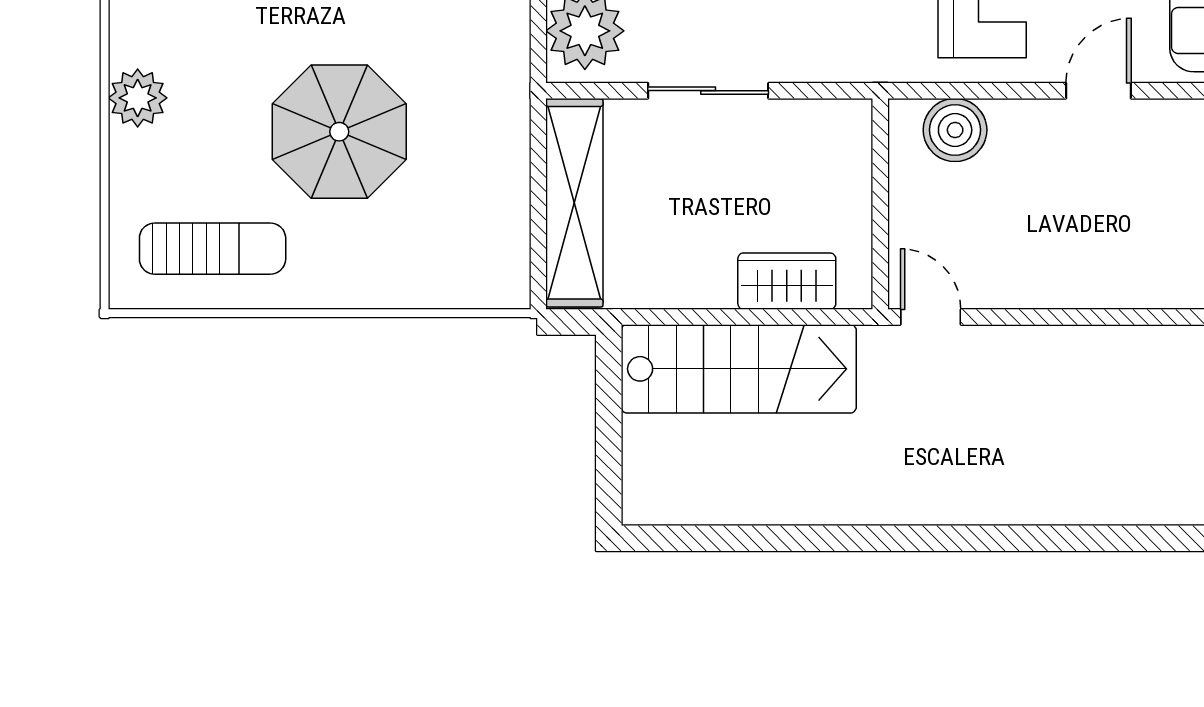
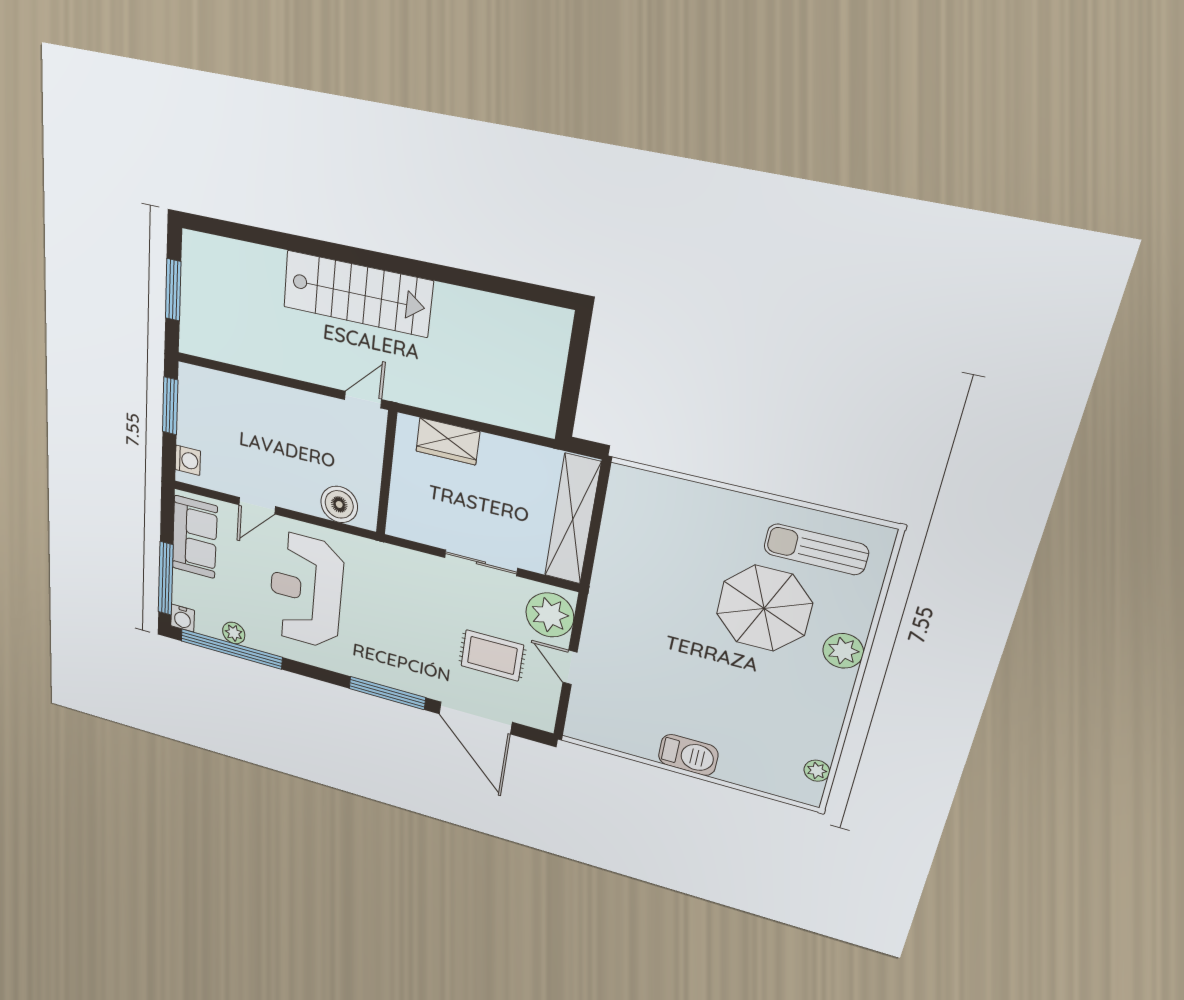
parasol: (339, 132) -> (764, 608), moved
door: (931, 317) -> (363, 400), swing flipped
stairs: (739, 369) -> (357, 294), moved, turned 180

